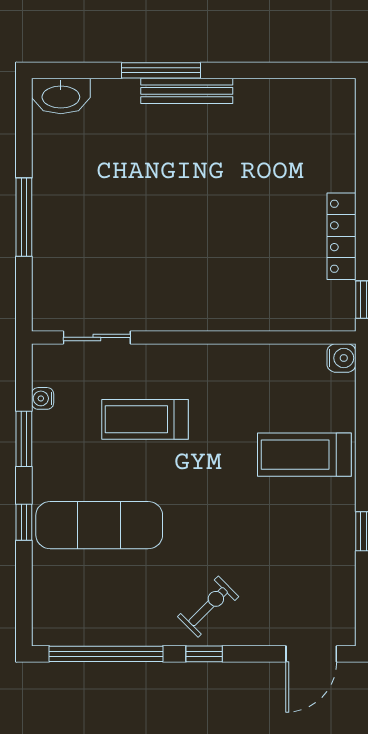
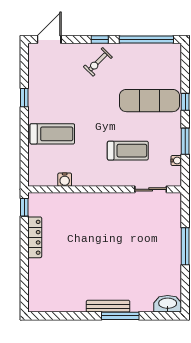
water cooler: (341, 358) -> (65, 180), moved, turned -90

